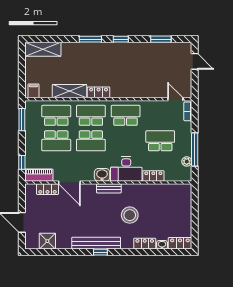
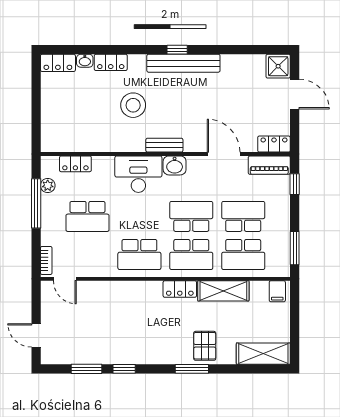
window: (121, 39) -> (124, 369), moved
pallet: (82, 54) -> (205, 346), added
locker: (153, 176) -> (75, 164), moved
locker: (47, 189) -> (274, 144), moved
shower: (47, 241) -> (278, 66), moved

